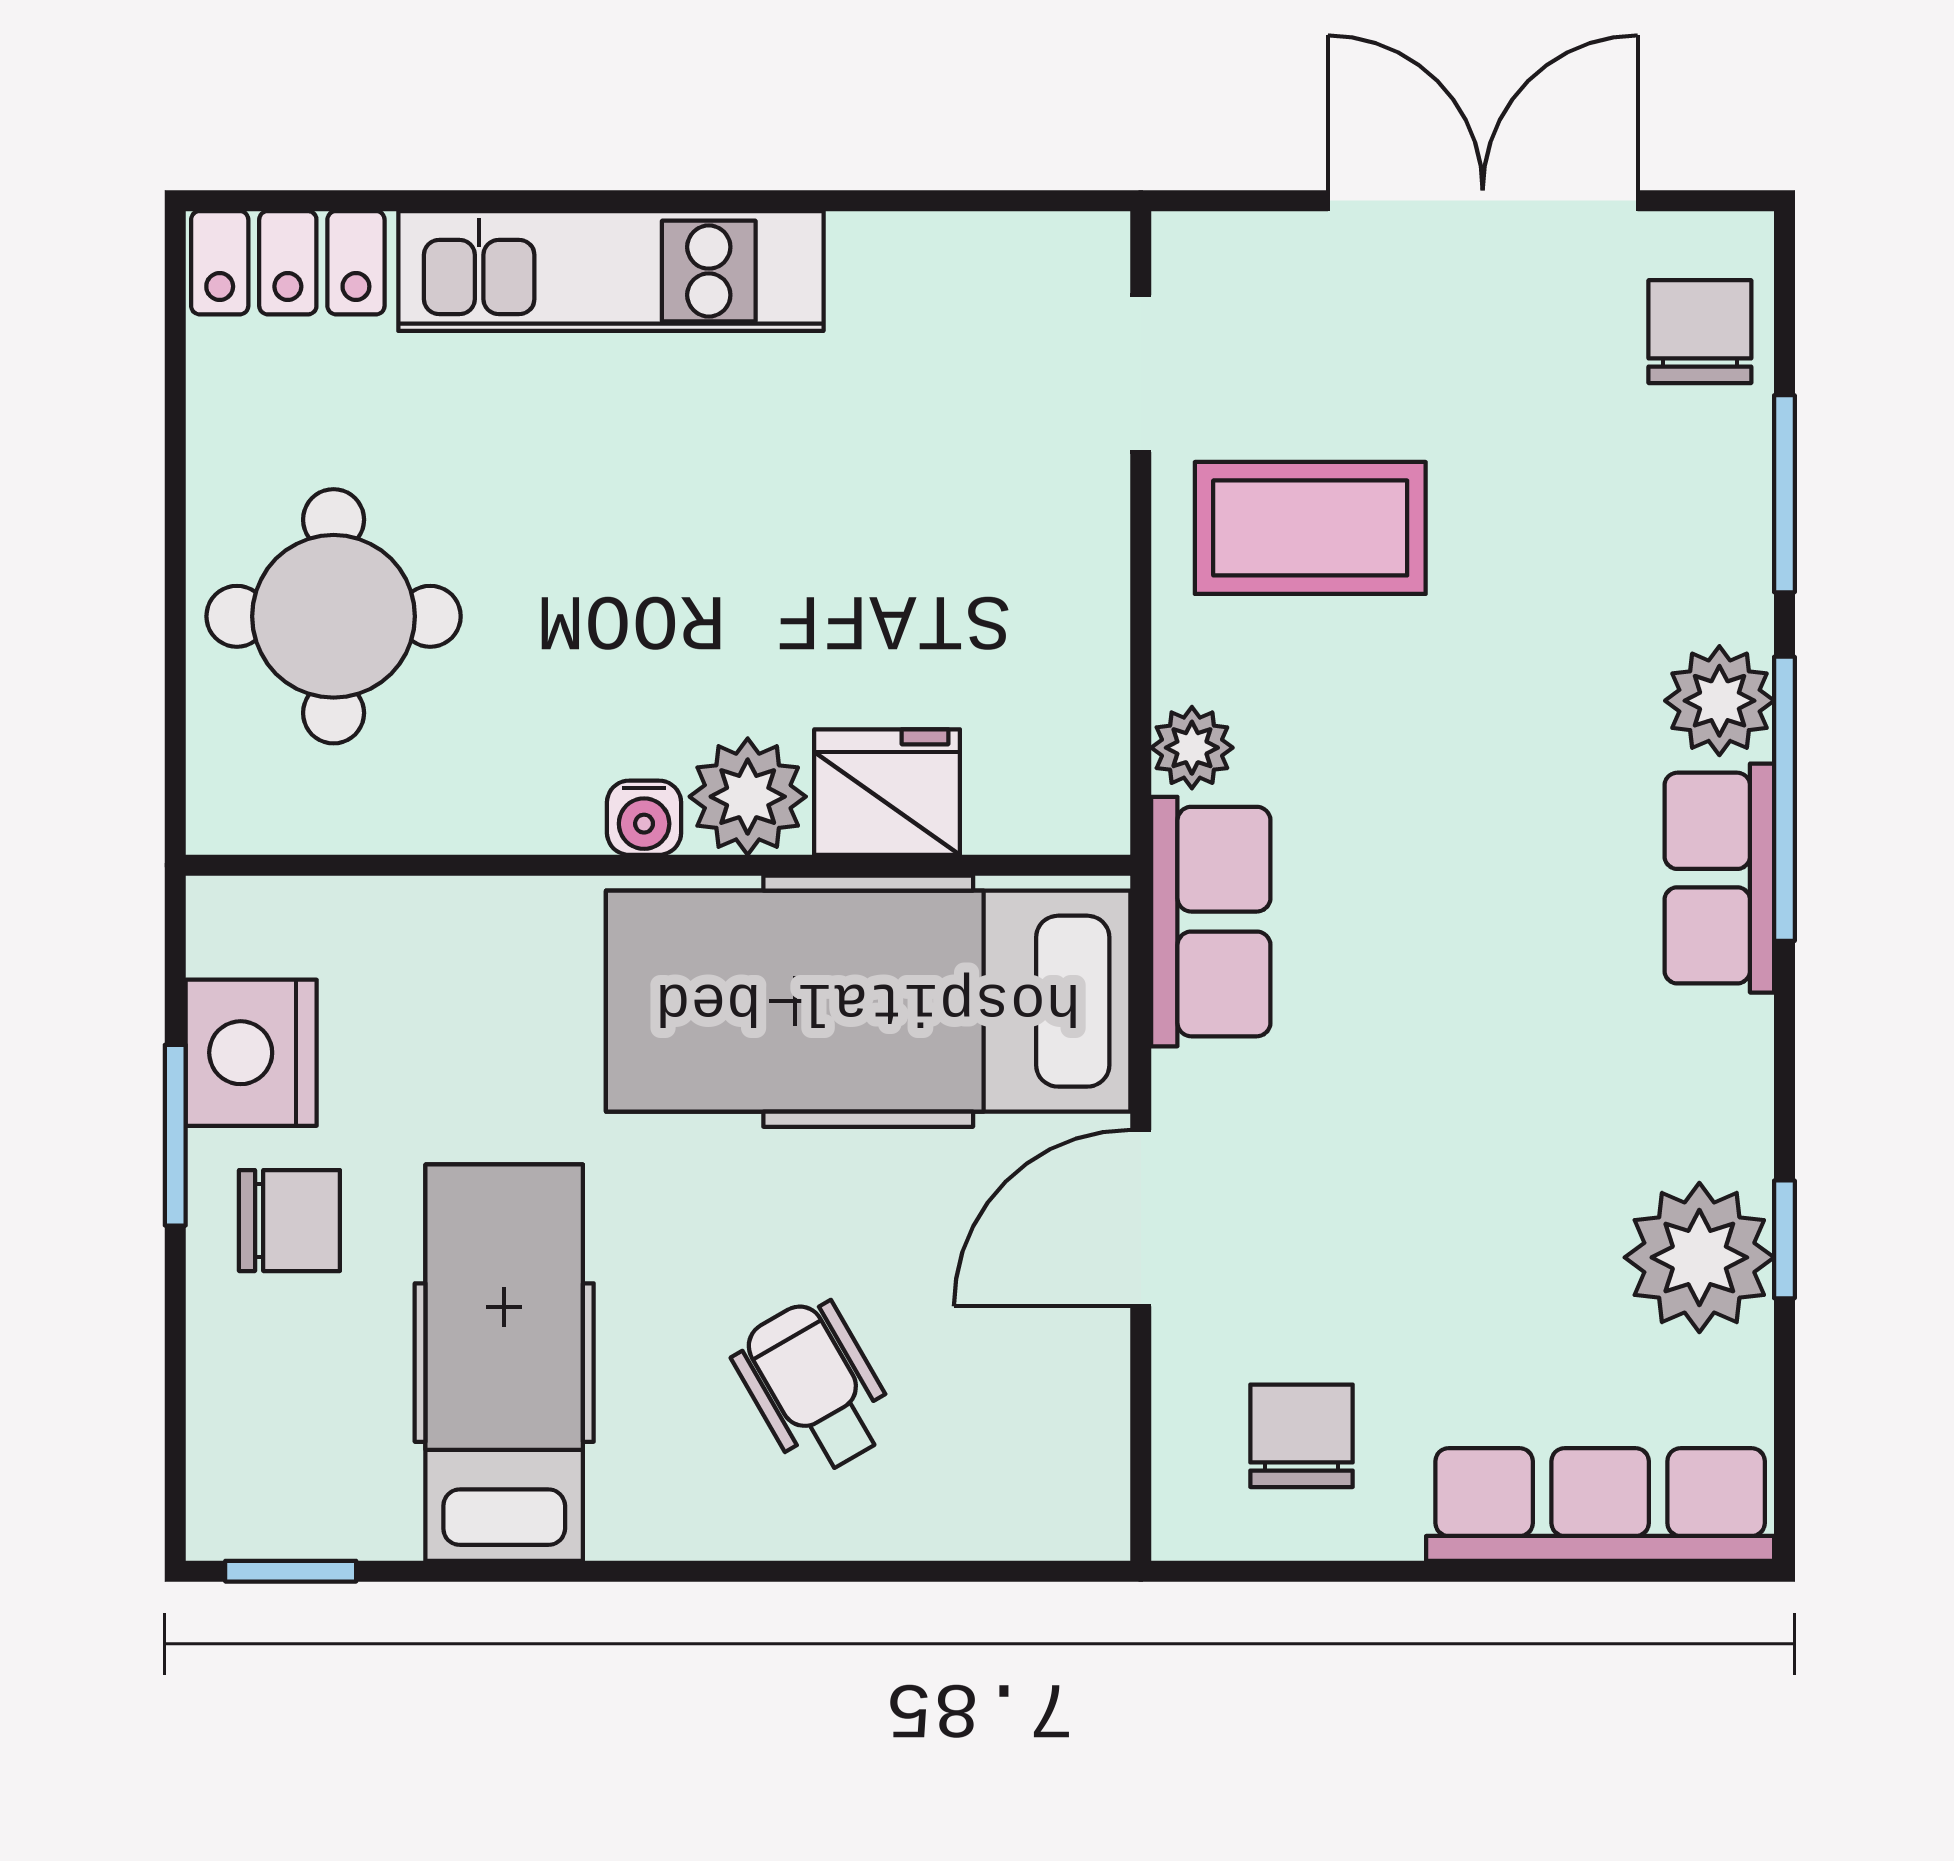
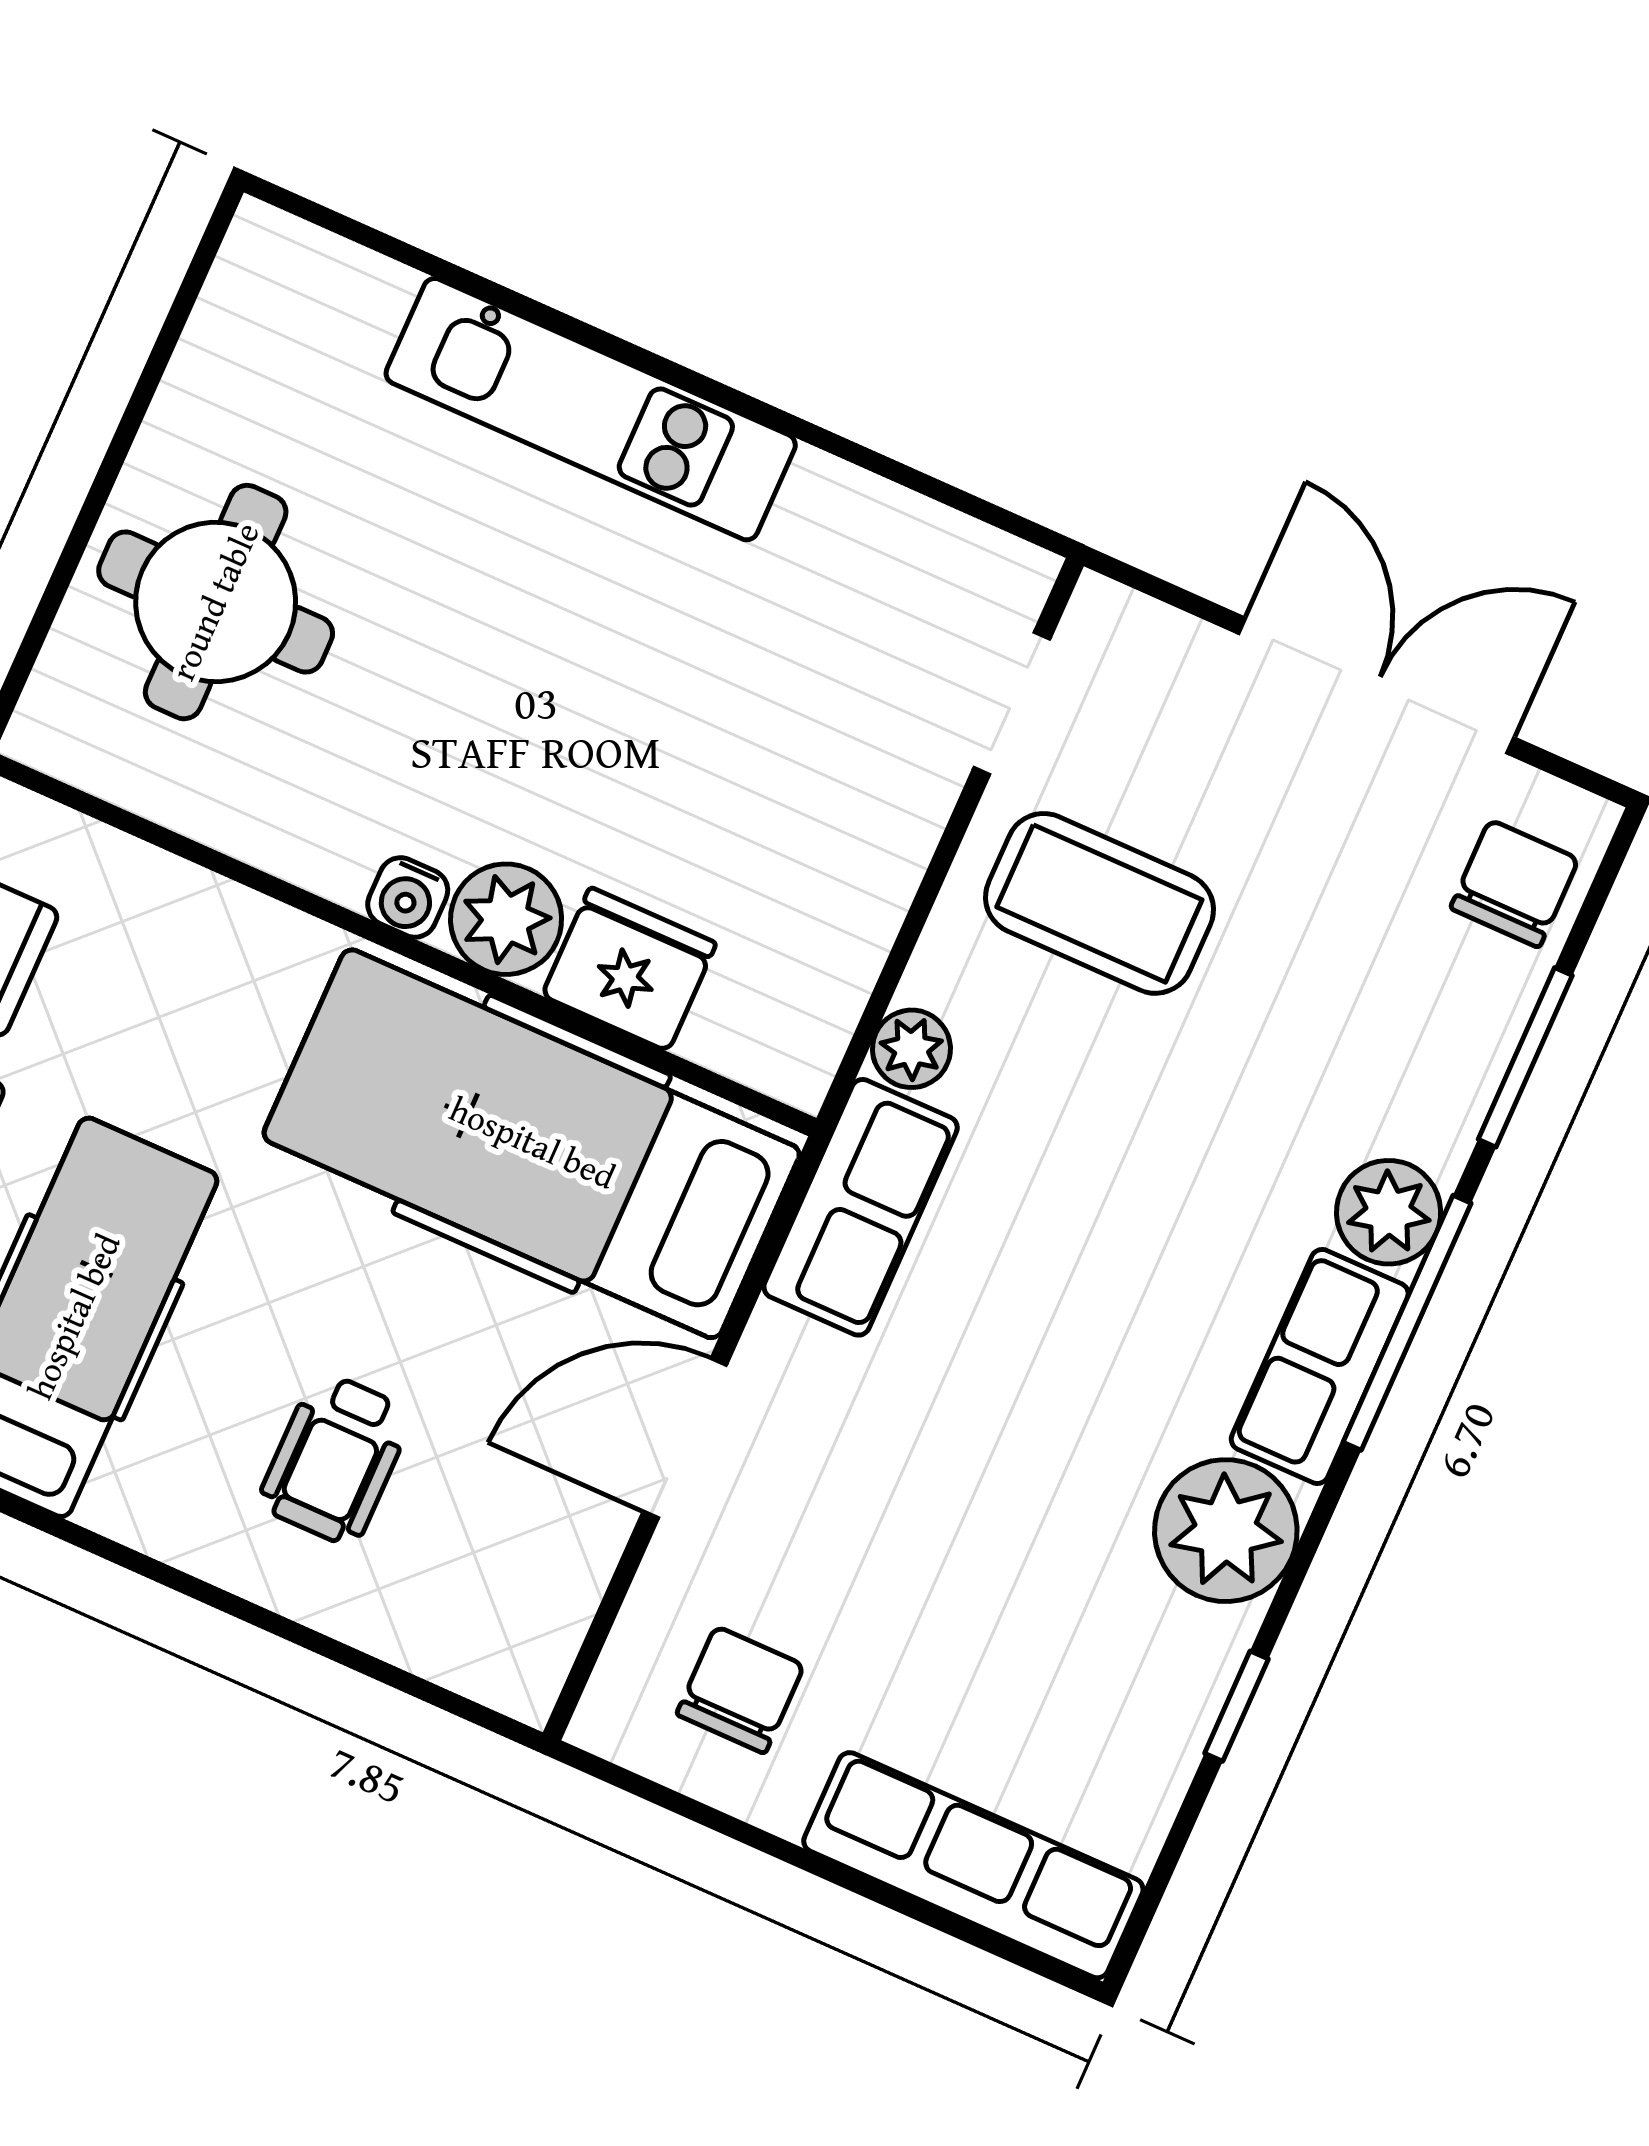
locker: (288, 263) -> (313, 277), removed
plant: (1699, 1257) -> (1226, 1531), moved
wheelchair: (814, 1387) -> (335, 1459), turned -150

